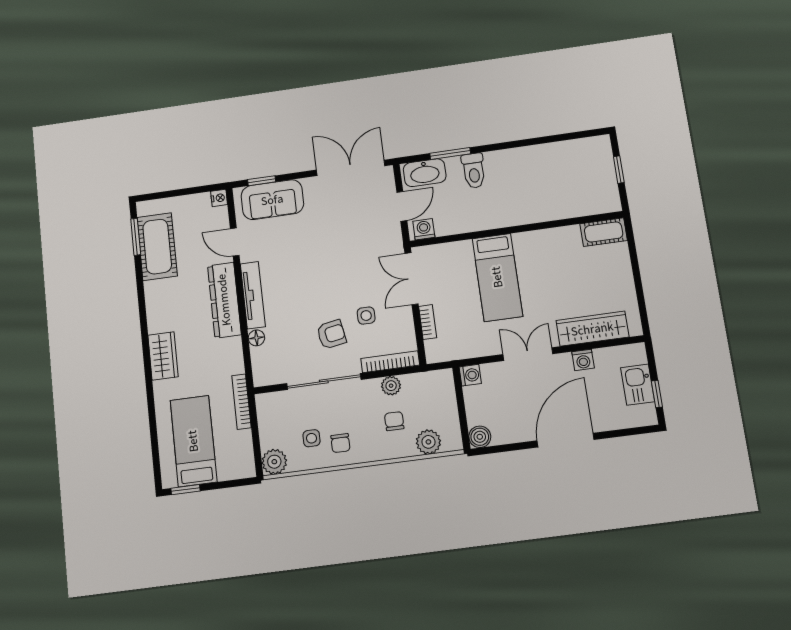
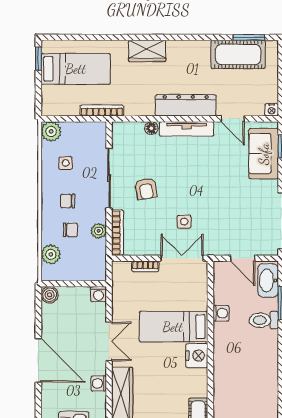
washing machine: (424, 229) -> (221, 313), moved
door: (235, 242) -> (233, 119), swing flipped
nightstand: (529, 244) -> (197, 356), added
side table: (366, 316) -> (184, 222), moved
chair: (340, 443) -> (68, 201), moved

